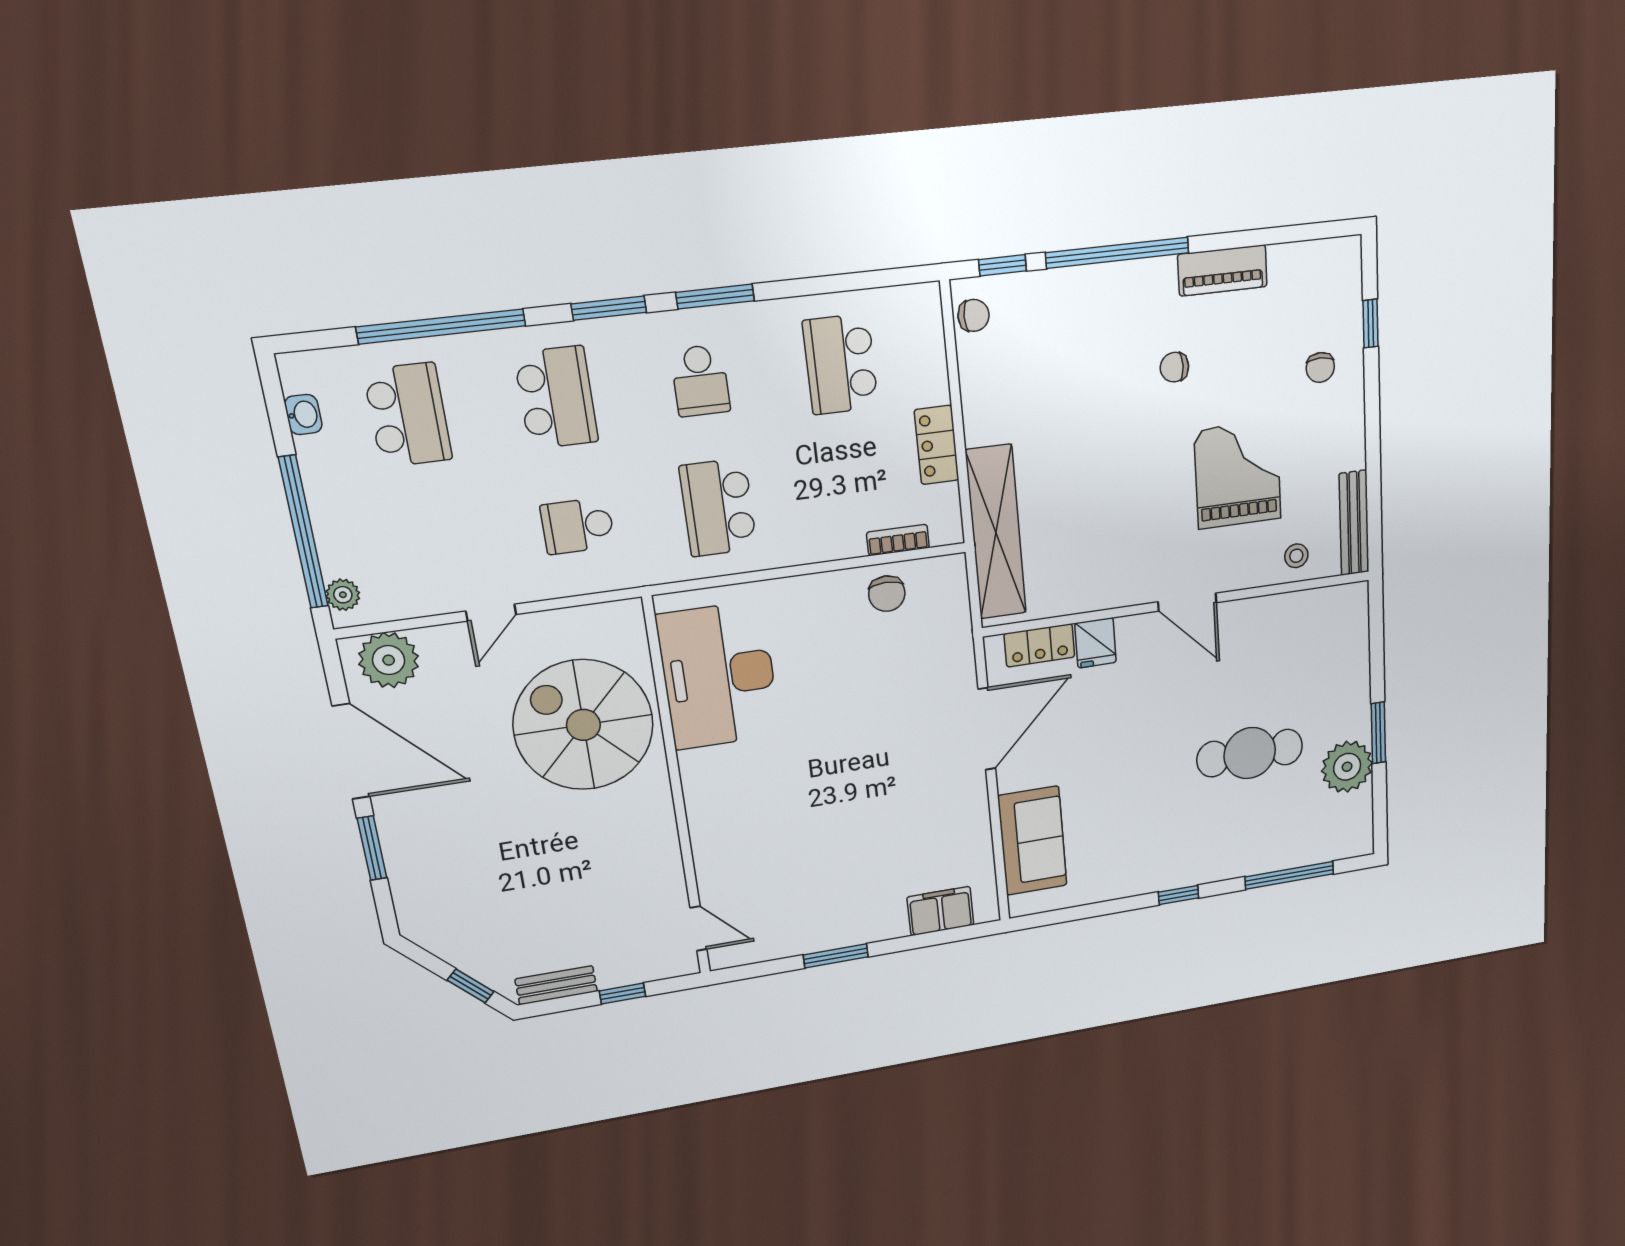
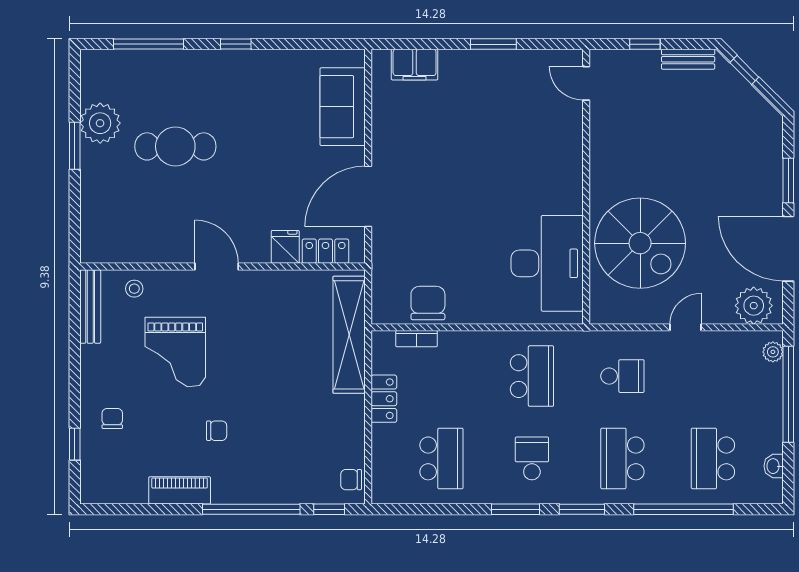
chair: (887, 594) -> (428, 303), width x1.37, depth x1.37

